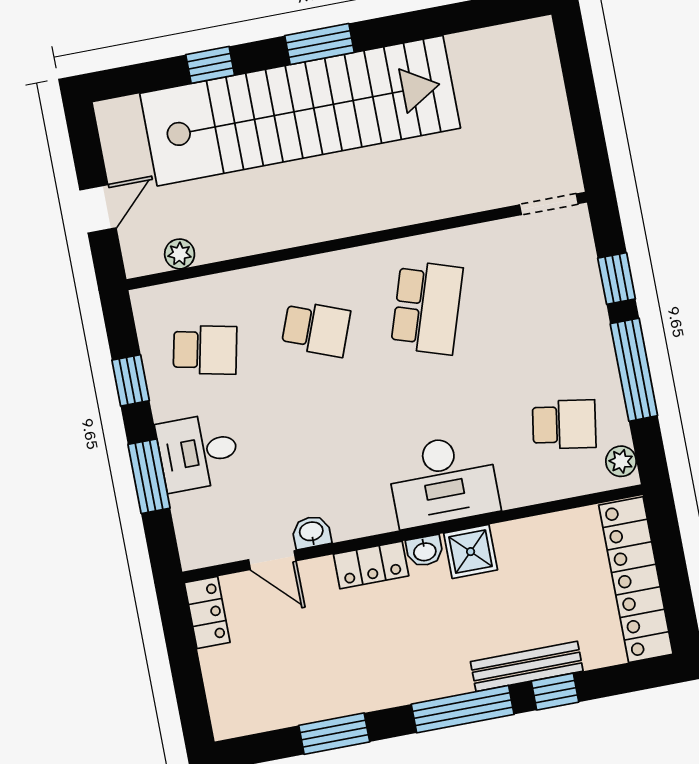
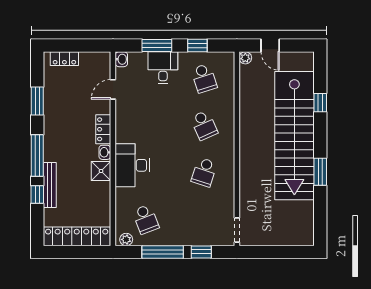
window: (320, 44) -> (320, 172), moved
plant: (180, 254) -> (245, 58), moved
school desk: (427, 308) -> (204, 172), width x0.54
school desk: (316, 329) -> (204, 125), turned -45
school desk: (205, 350) -> (204, 78), turned -30
school desk: (564, 424) -> (146, 219), turned -30
washbasin: (311, 532) -> (121, 59), moved
locker: (207, 612) -> (64, 59), moved

